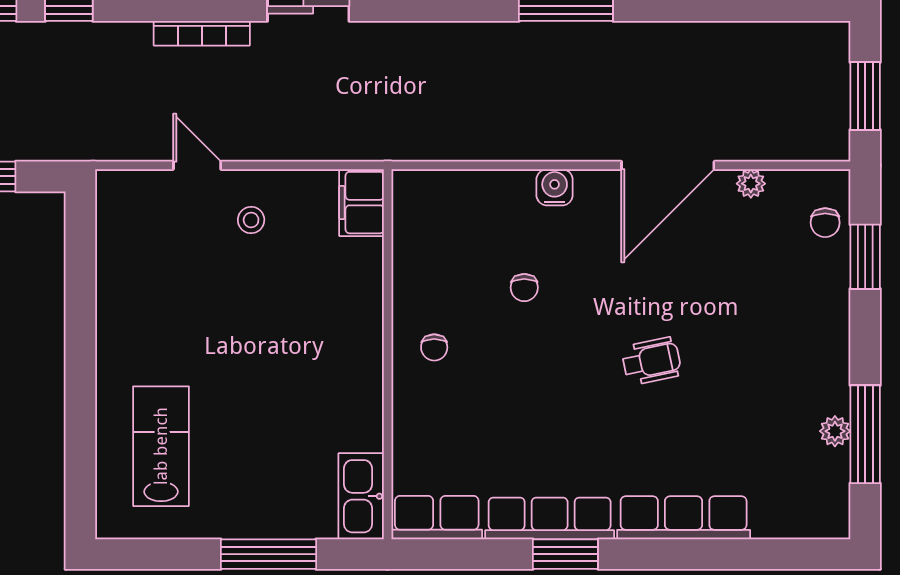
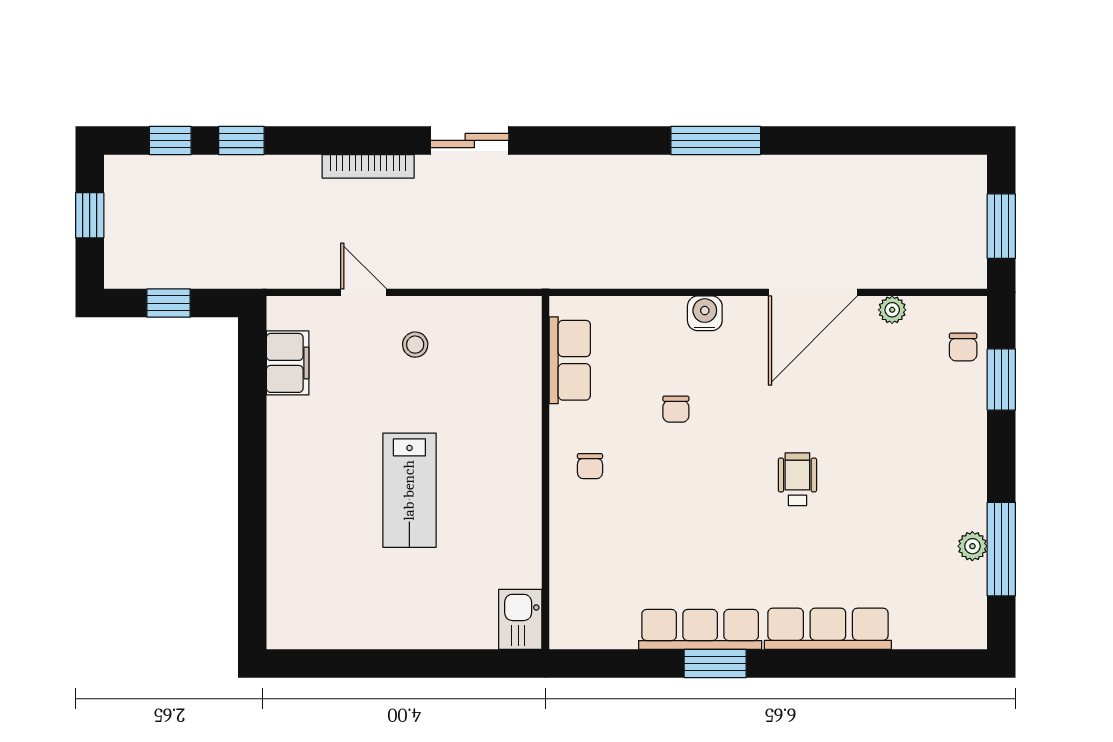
filing cabinet: (362, 203) -> (288, 363), moved, turned 180
wheelchair: (652, 361) -> (797, 479), turned -78
lab bench: (161, 446) -> (409, 490), moved, turned 180
kitchen sink: (361, 496) -> (520, 619), width x0.73
row of seats: (437, 518) -> (570, 360), moved, turned 90
window: (268, 554) -> (432, 663), removed

